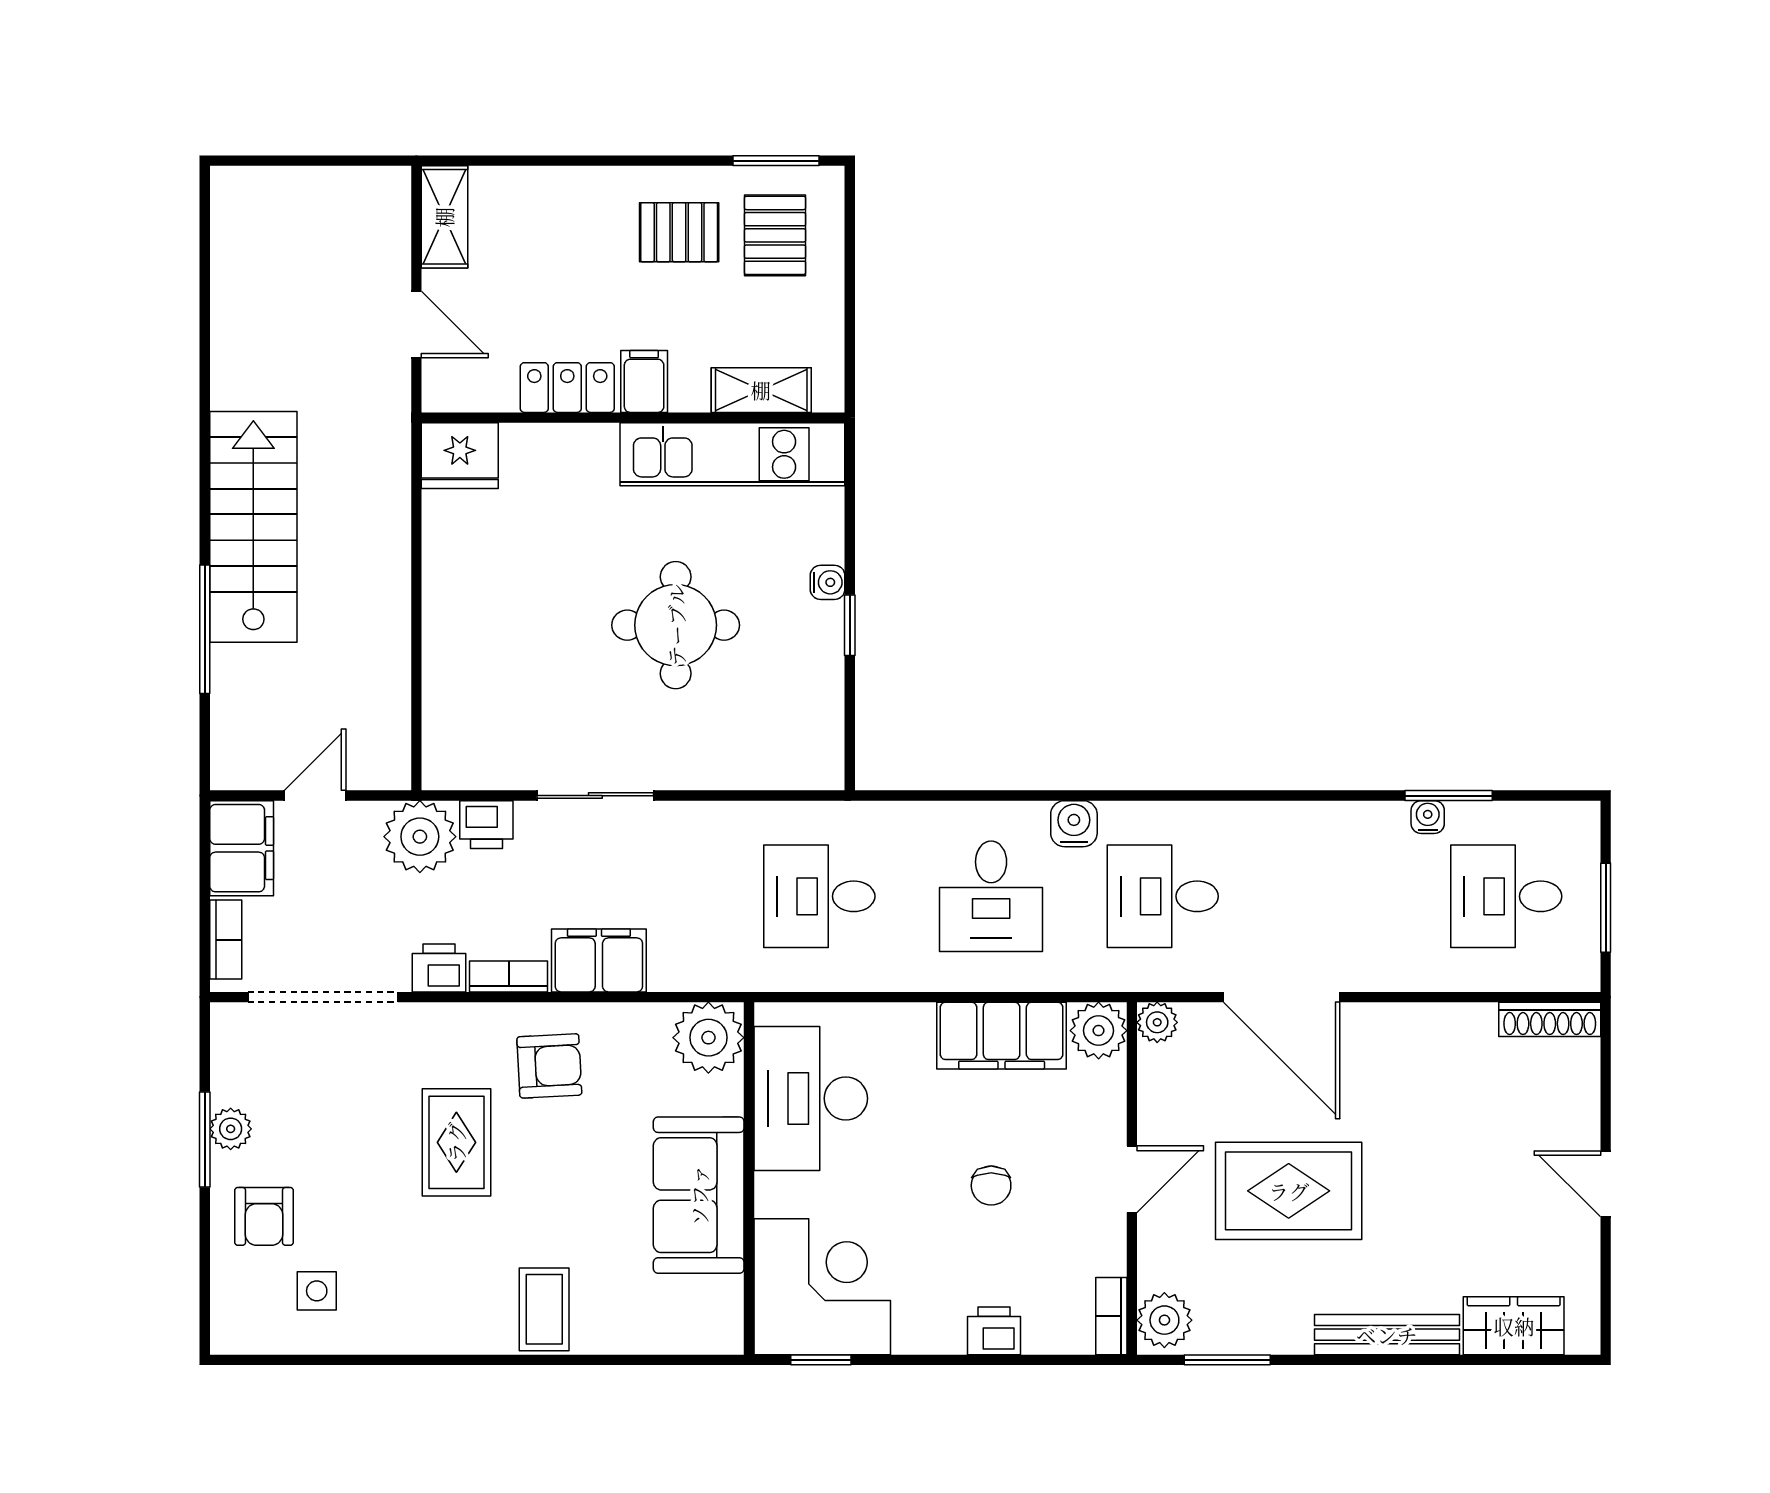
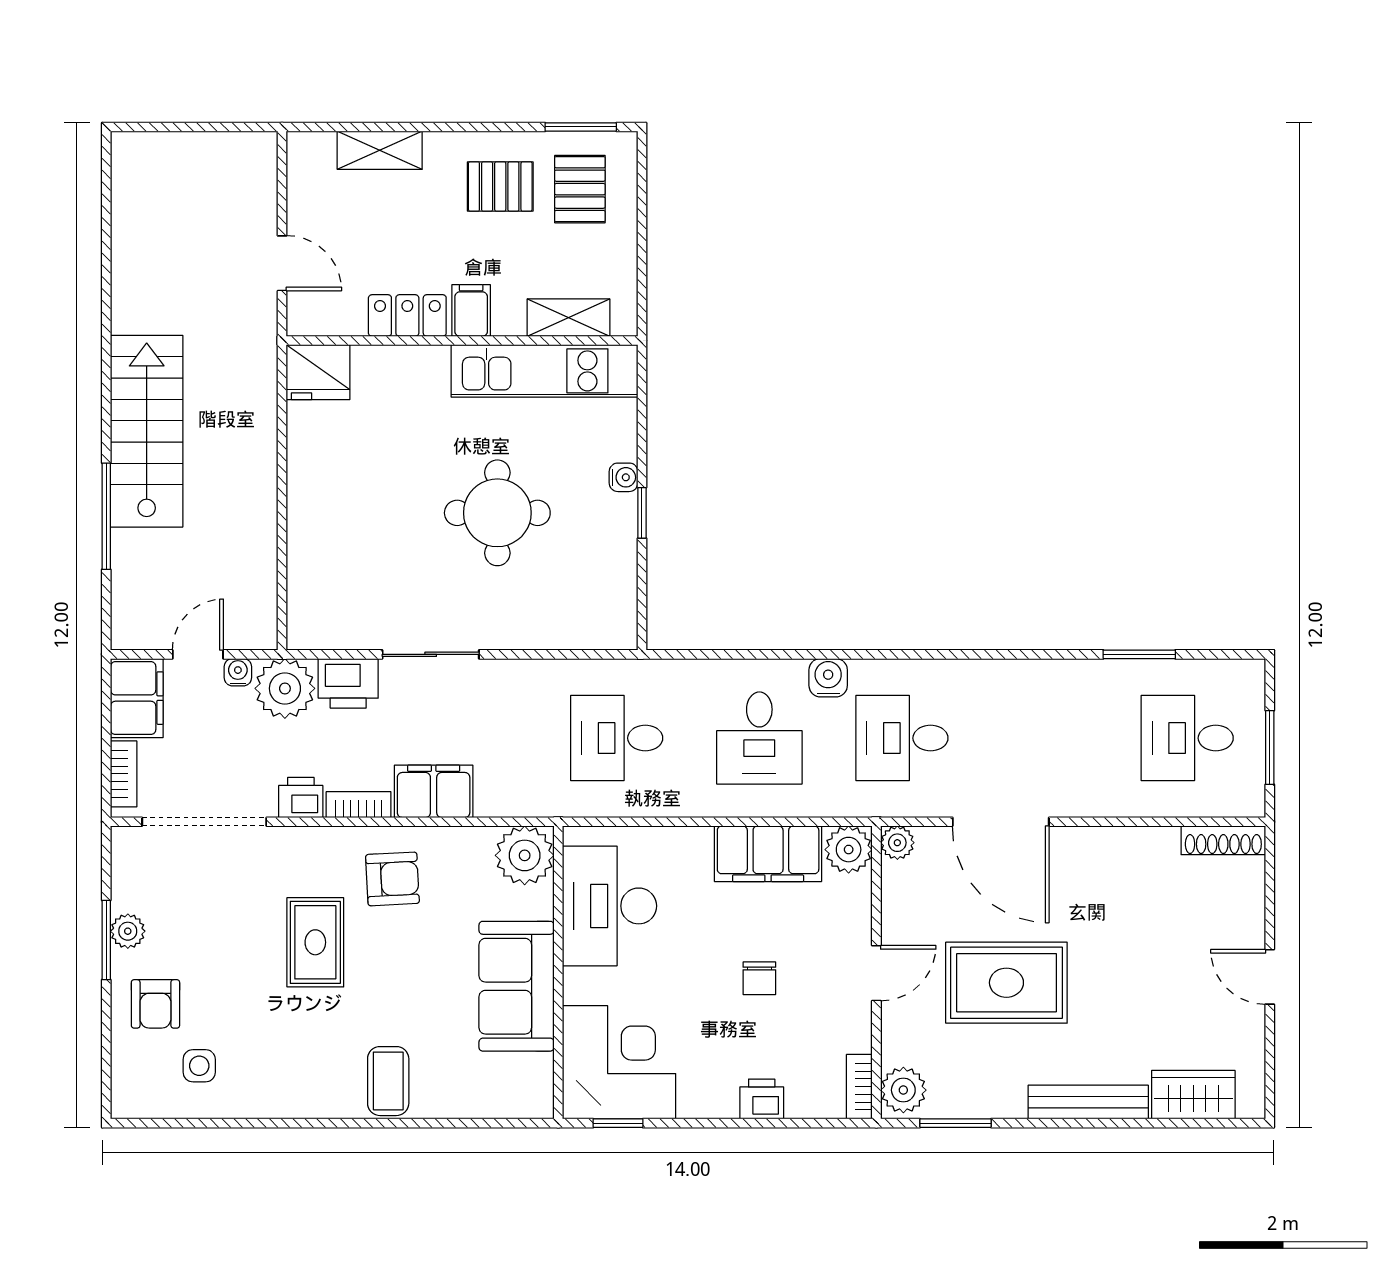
shelving: (444, 217) -> (380, 150), moved, turned 90
water cooler: (1428, 817) -> (238, 672), moved
printer: (486, 825) -> (348, 683), width x1.36, depth x1.24

